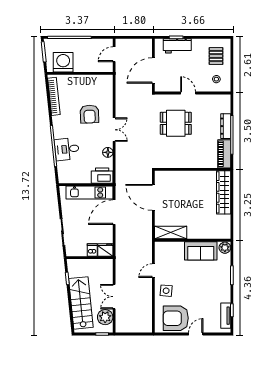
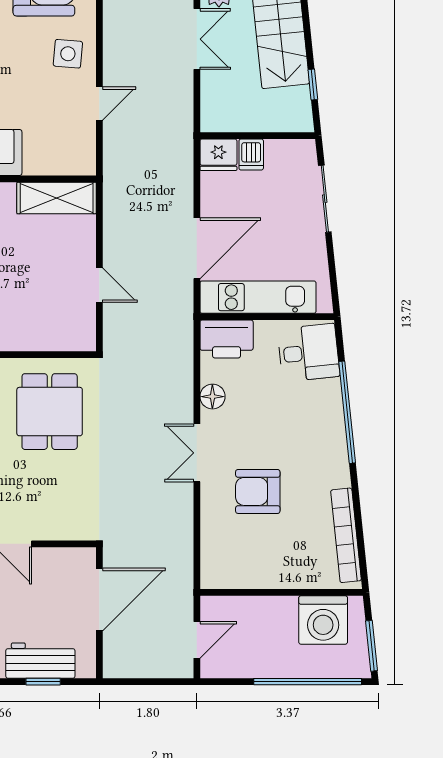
armchair: (90, 114) -> (258, 491), turned -88
dining table: (176, 123) -> (50, 412), moved, turned 90
desk: (67, 149) -> (308, 353), moved
door: (153, 197) -> (99, 285), width x0.53

